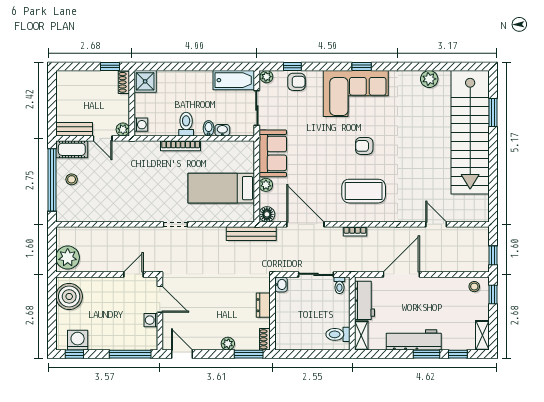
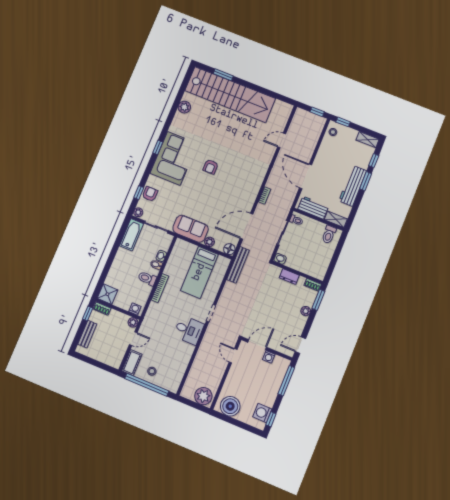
bench: (75, 129) -> (87, 334), moved
coffee table: (364, 191) -> (240, 179), removed
desk: (142, 205) -> (189, 330), added

